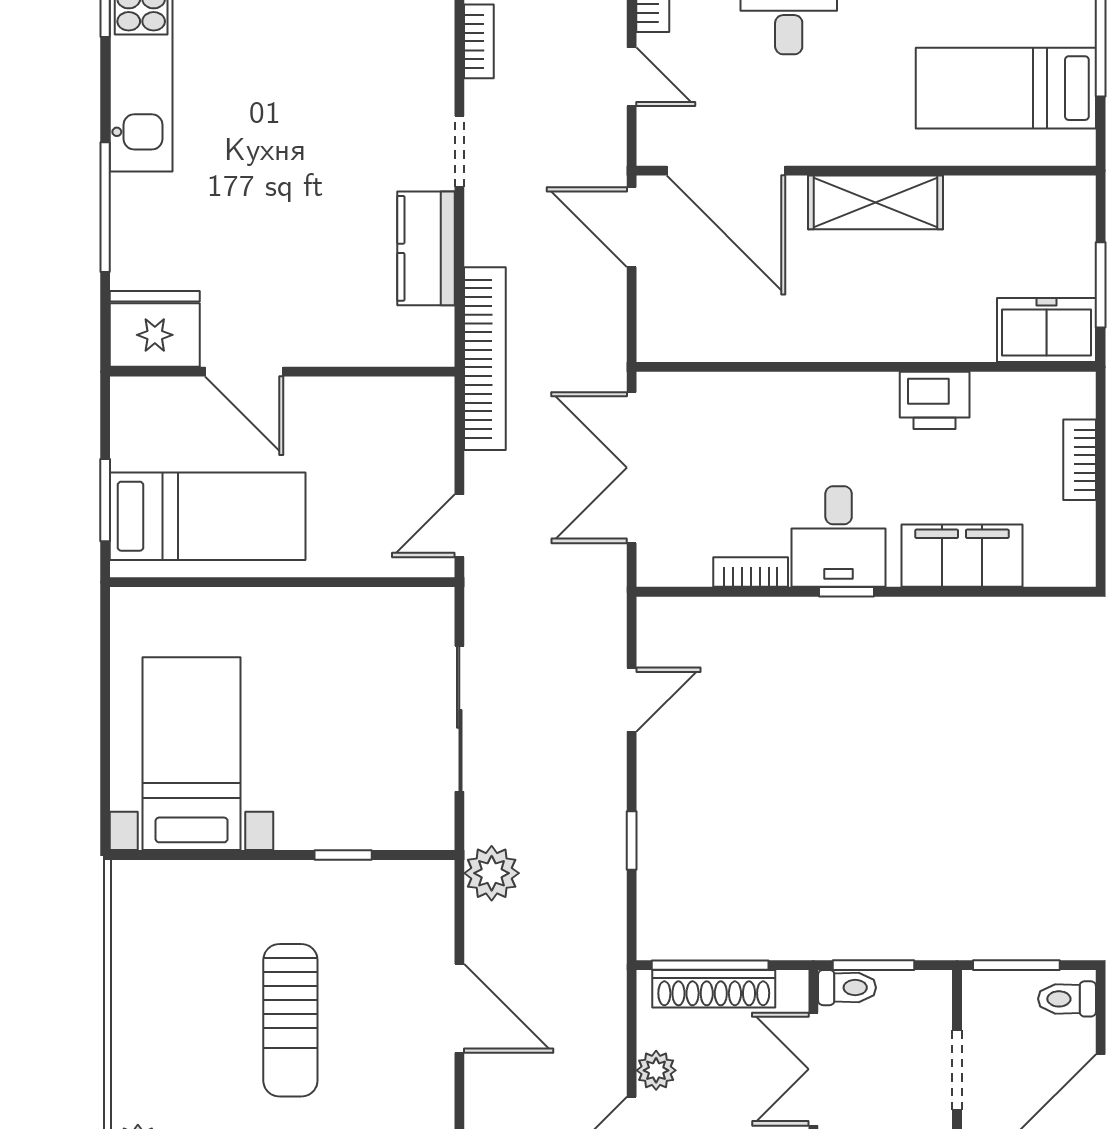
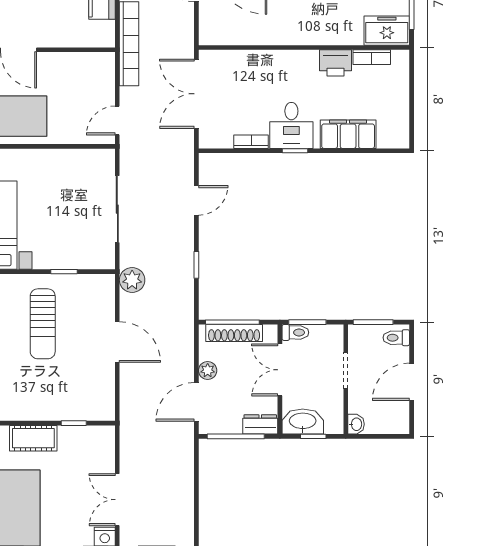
bookcase: (1080, 460) -> (372, 57), moved, turned -90
sun lounger: (290, 1020) -> (43, 324), moved

